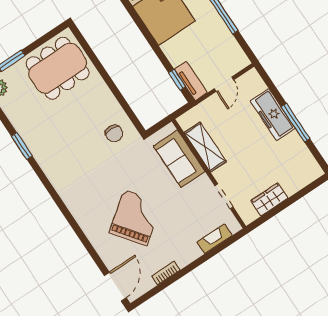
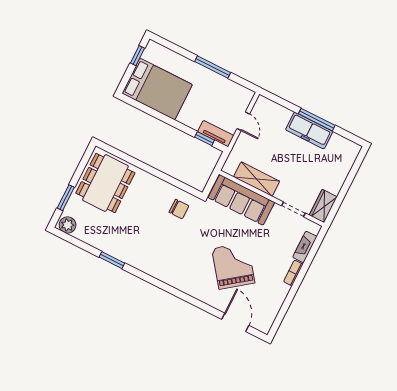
freezer: (273, 115) -> (309, 131), moved
sofa: (179, 159) -> (241, 200), width x1.36
wardrobe: (269, 199) -> (323, 206), moved
bookcase: (166, 273) -> (293, 273), moved
door: (115, 287) -> (235, 322), moved

